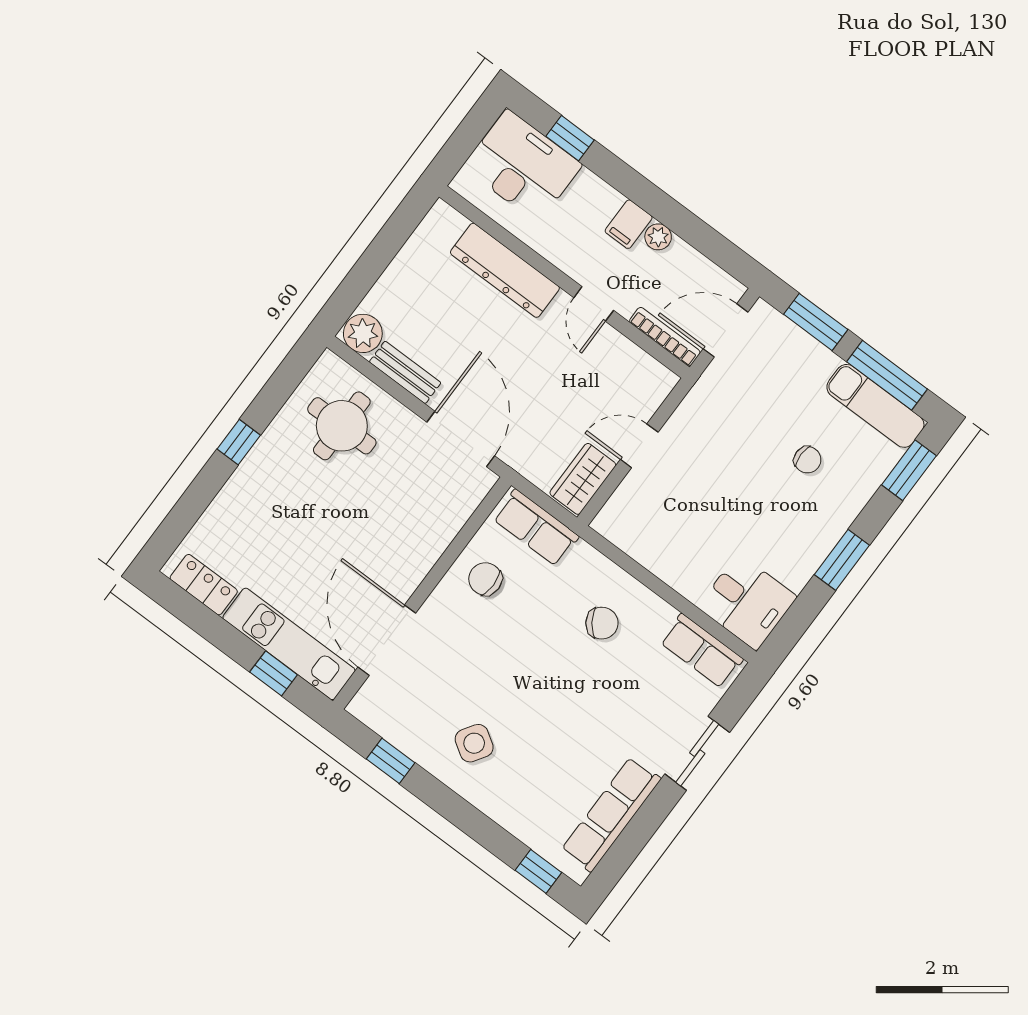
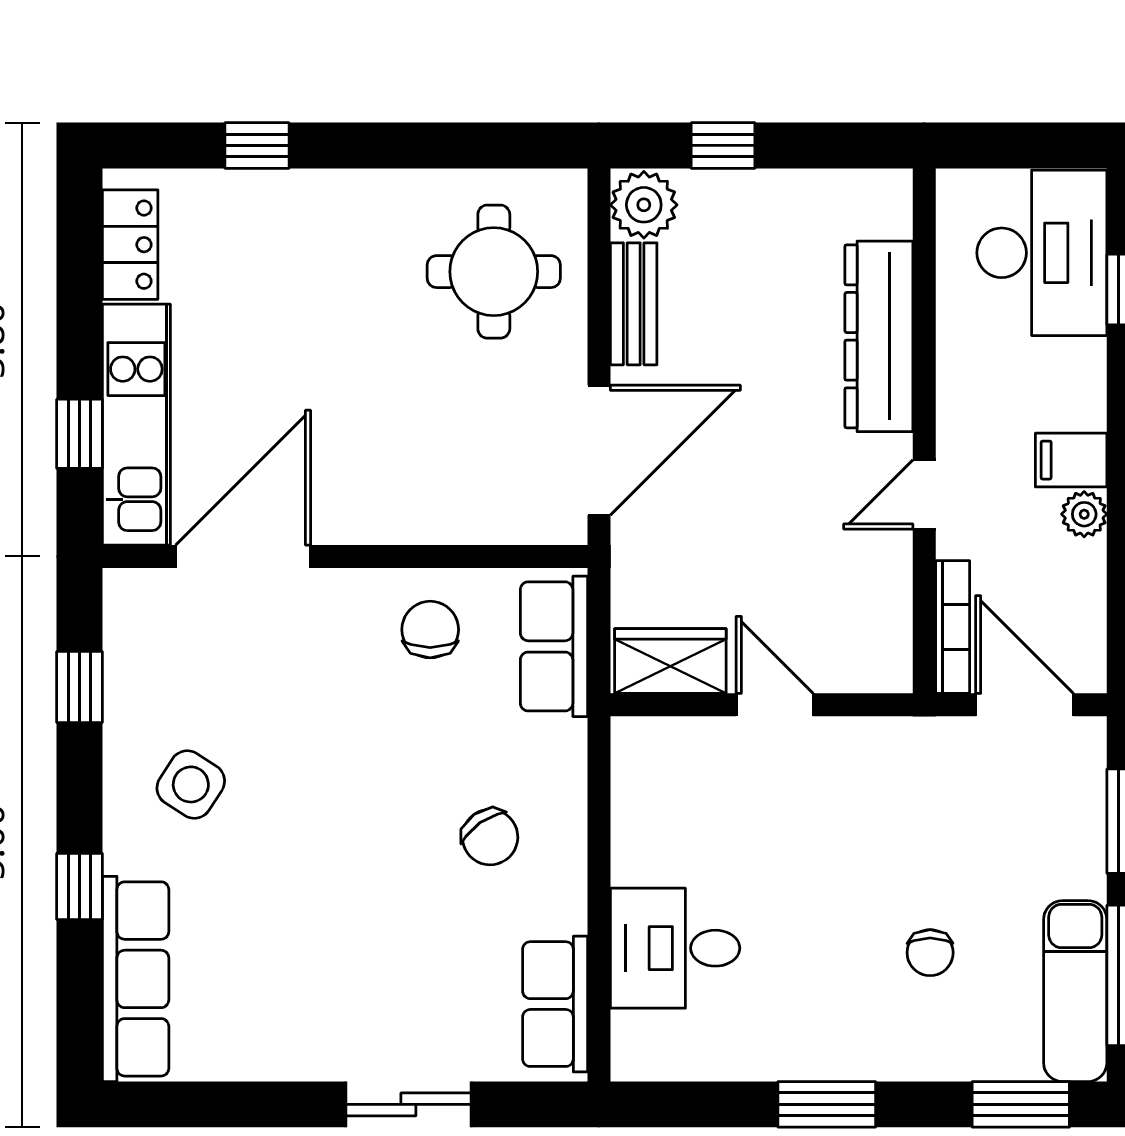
window: (363, 276) -> (723, 145), added
window: (239, 442) -> (257, 145), moved
desk: (747, 602) -> (675, 948), moved, turned 90
row of seats: (611, 814) -> (136, 979), moved, turned 90
window: (538, 871) -> (80, 886), moved

